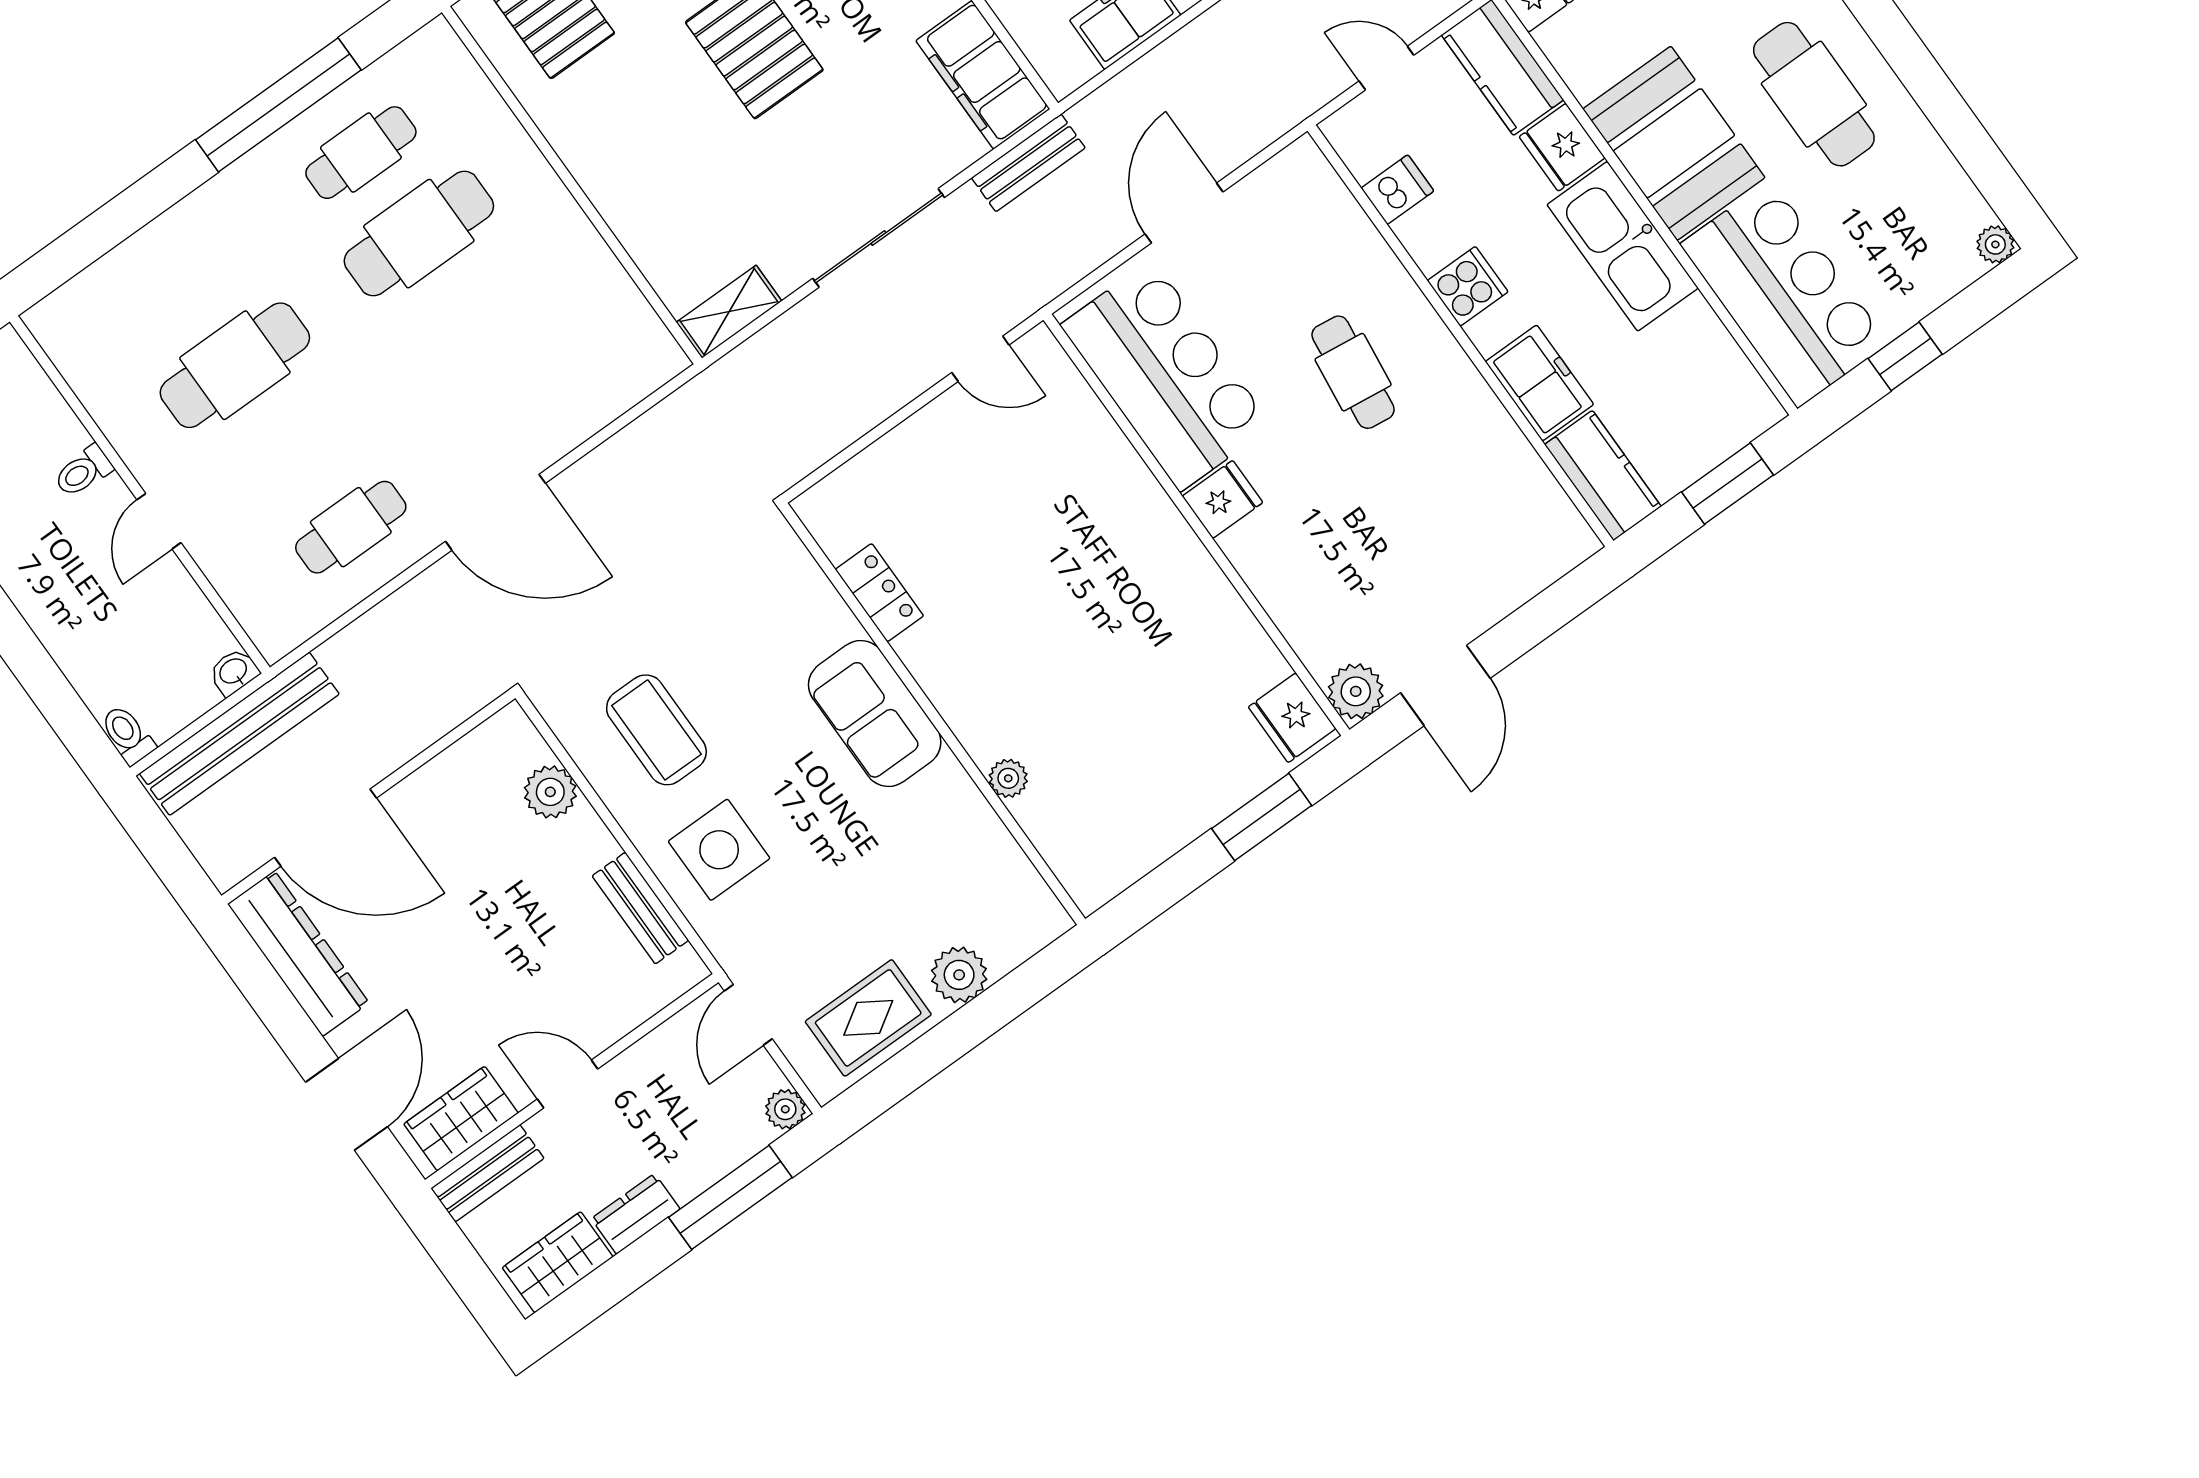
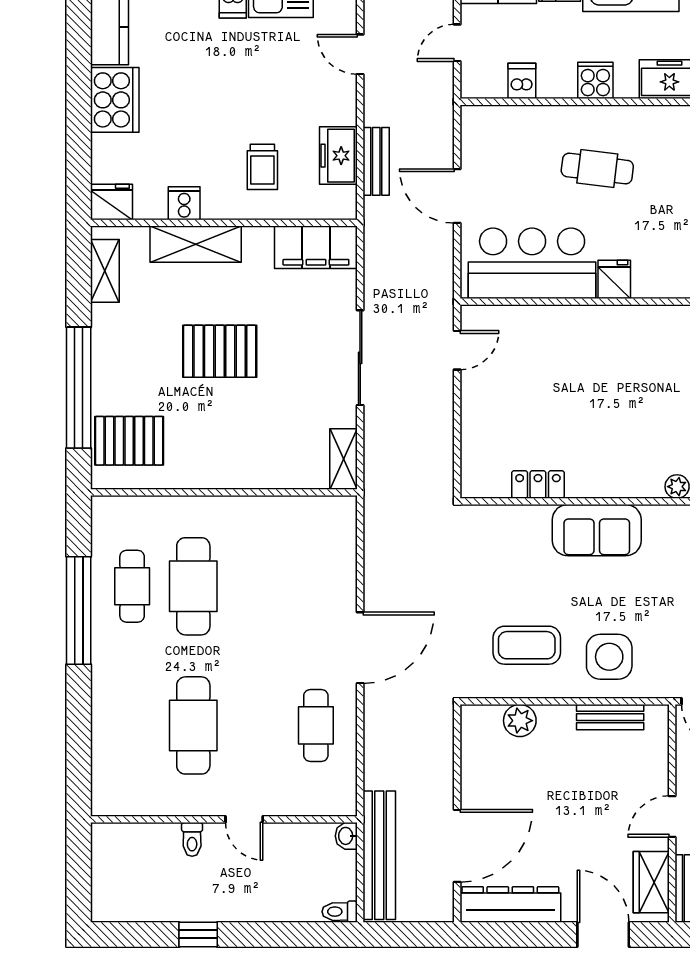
bench: (1028, 163) -> (376, 161), moved

